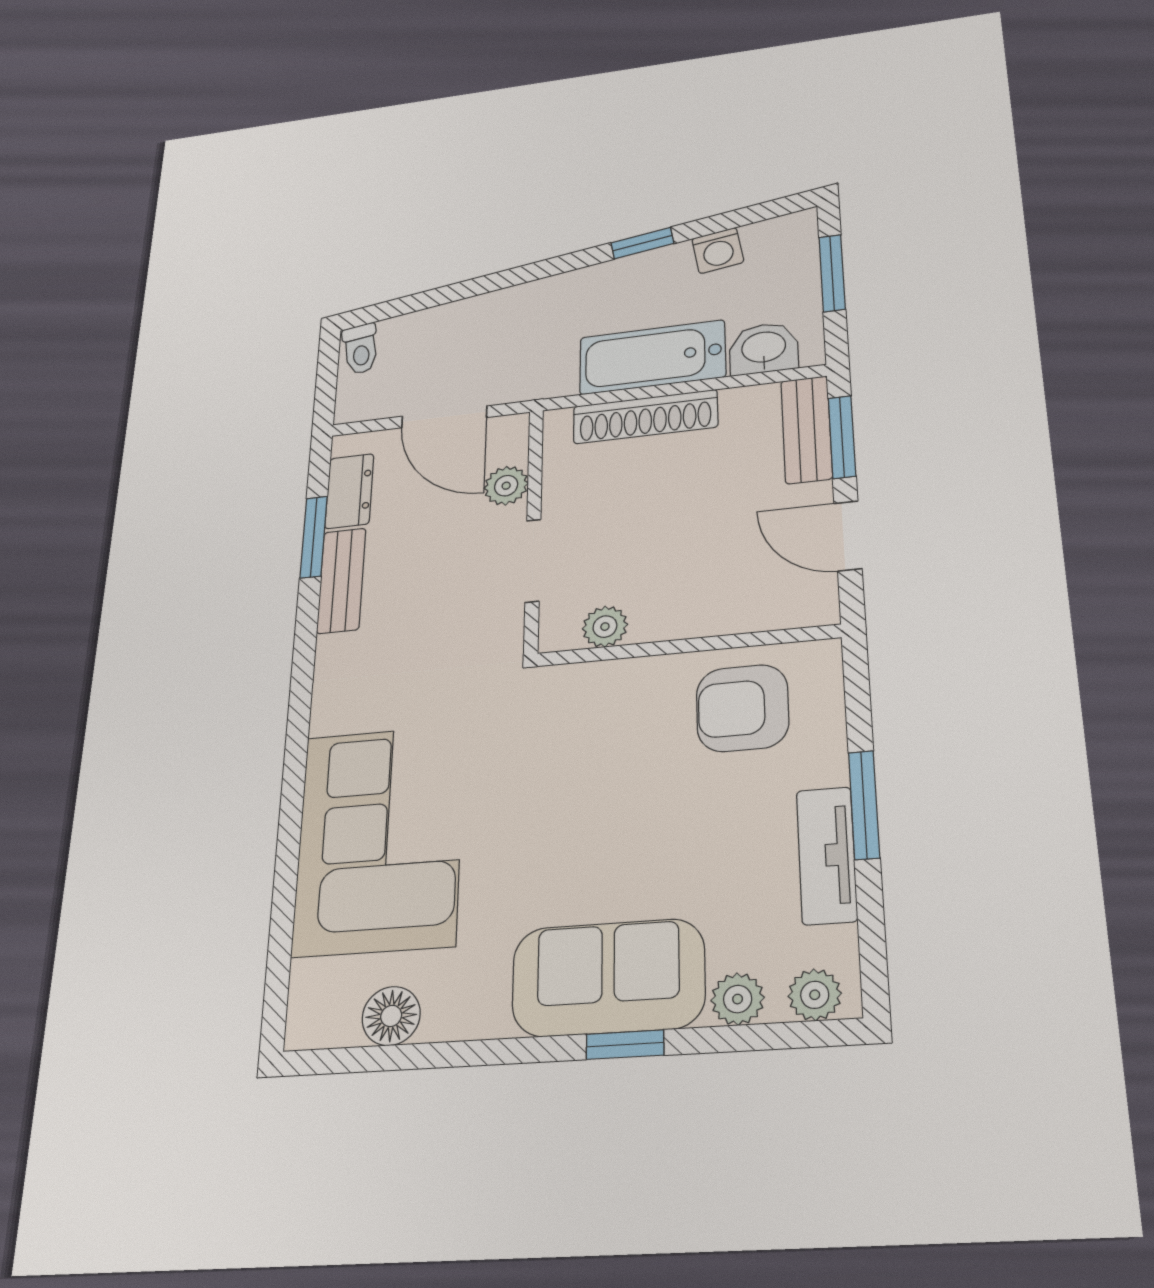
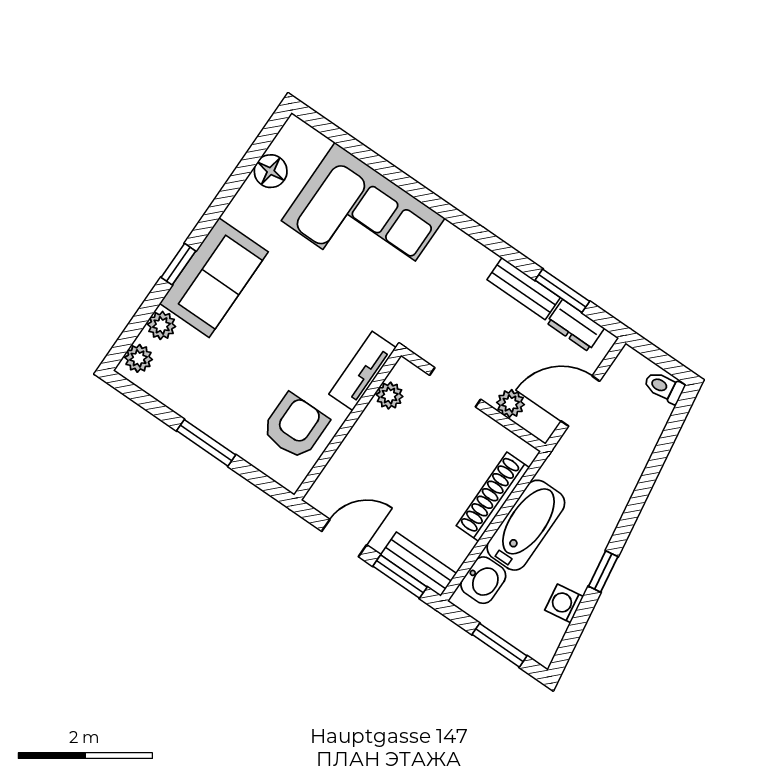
tv unit: (827, 855) -> (363, 371), moved, turned -90

